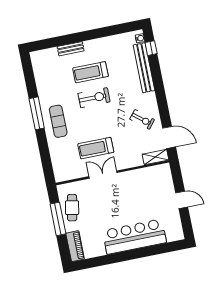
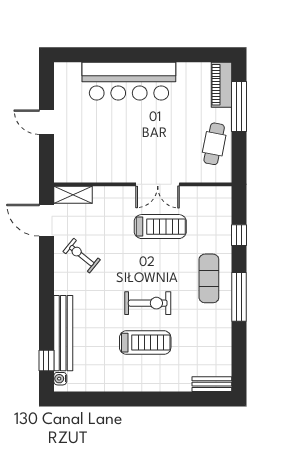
bench: (71, 49) -> (212, 384), moved
exercise bike: (94, 98) -> (148, 303), turned 180
window: (45, 153) -> (239, 235), added
window: (58, 219) -> (239, 106), moved

